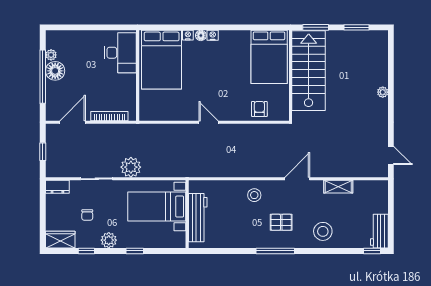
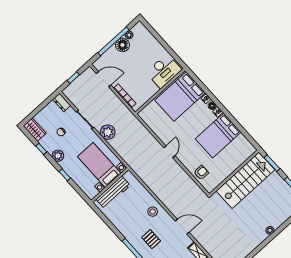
bed: (269, 57) -> (218, 136), moved

